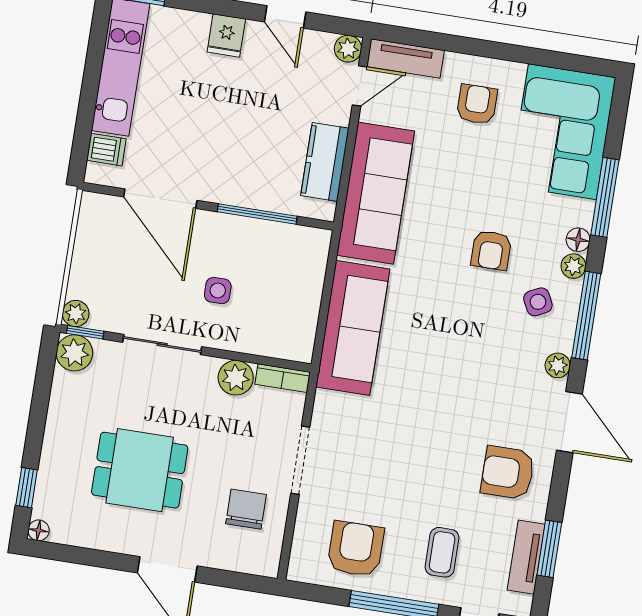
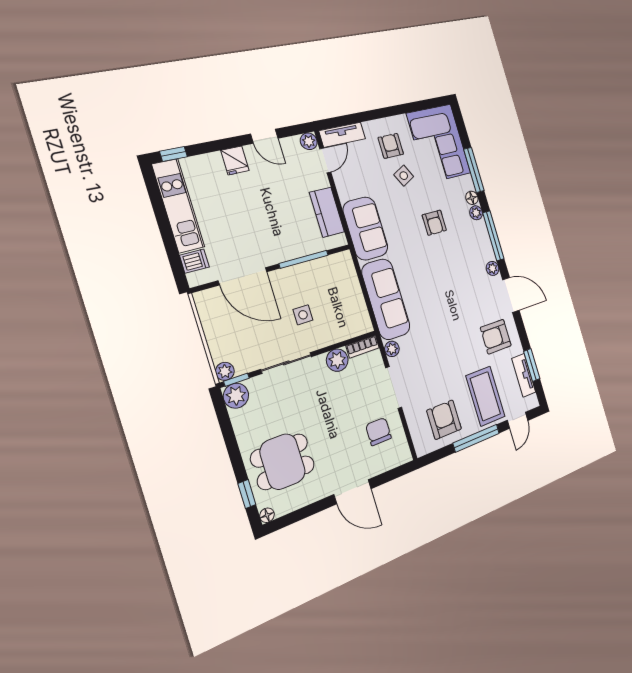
sofa: (376, 193) -> (365, 229), width x0.73
side table: (538, 302) -> (404, 176), moved
plant: (326, 404) -> (392, 349), added
dining table: (140, 470) -> (283, 462), moved
coffee table: (442, 552) -> (485, 396), width x1.86, depth x1.72

